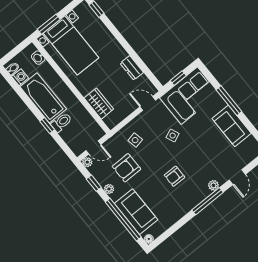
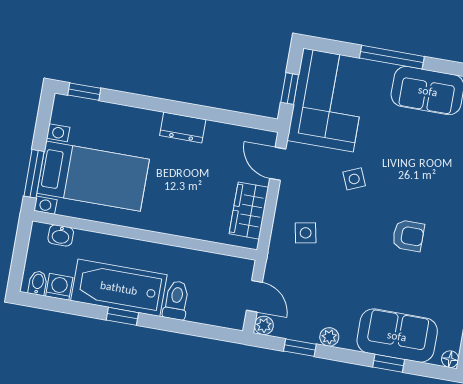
dresser: (132, 68) -> (183, 128), moved
door: (148, 103) -> (278, 164), hinge flipped
wardrobe: (99, 104) -> (249, 211), moved, turned -90
window: (47, 125) -> (122, 316), moved
door: (93, 148) -> (254, 296), hinge flipped
armchair: (126, 168) -> (328, 284), removed
armchair: (174, 176) -> (408, 236), turned -90
window: (123, 220) -> (389, 363), width x0.32

